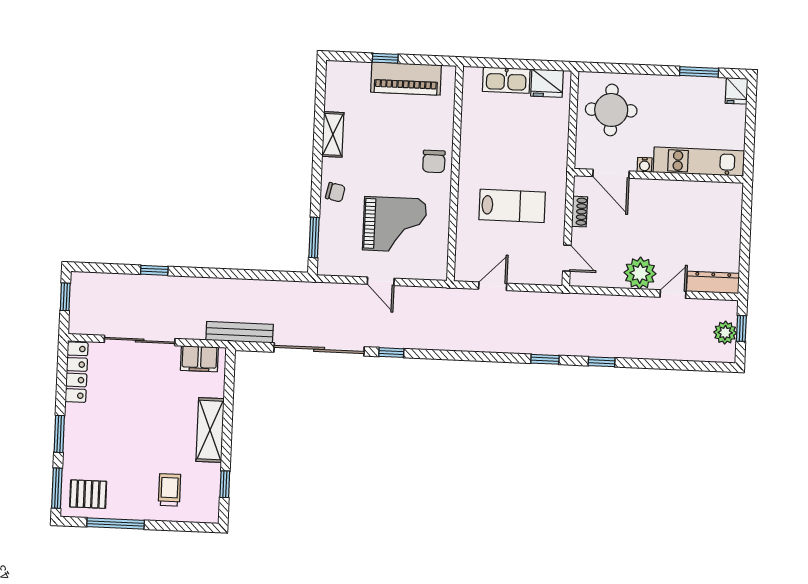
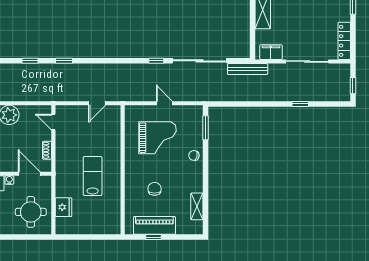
window: (385, 58) -> (154, 237), moved
kitchen sink: (506, 80) -> (94, 227), removed
fridge: (547, 83) -> (64, 207), moved, turned 90
shelving: (333, 134) -> (197, 206), moved
chair: (434, 161) -> (155, 189), moved
lab bench: (512, 206) -> (93, 176), moved, turned 90
grand piano: (395, 224) -> (158, 138), turned 180

